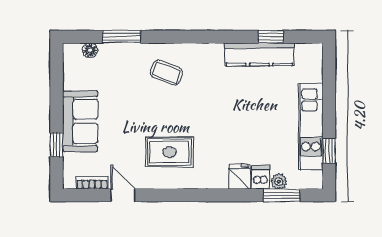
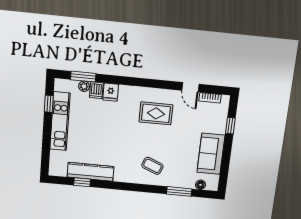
sofa: (80, 121) -> (211, 154), moved

